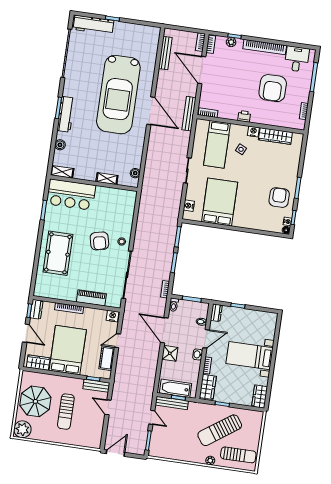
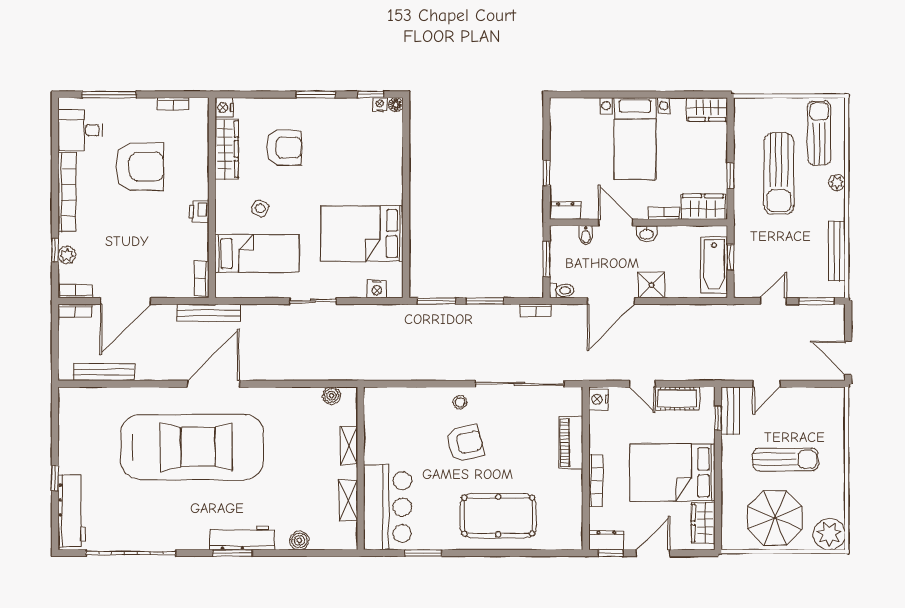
nightstand: (253, 131) -> (224, 107), moved
shelving: (62, 172) -> (348, 501), moved
armchair: (279, 198) -> (284, 148), moved, turned 180
bench: (172, 403) -> (837, 251), moved
sun lounger: (220, 430) -> (779, 173), turned 35

